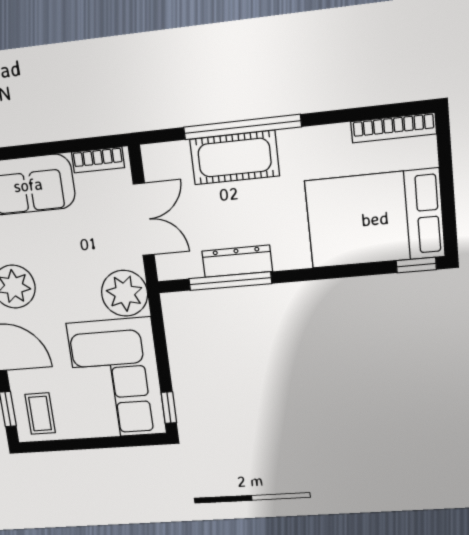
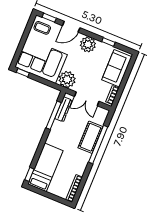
bed: (375, 219) -> (45, 167), width x0.67
dresser: (237, 261) -> (63, 109), moved

